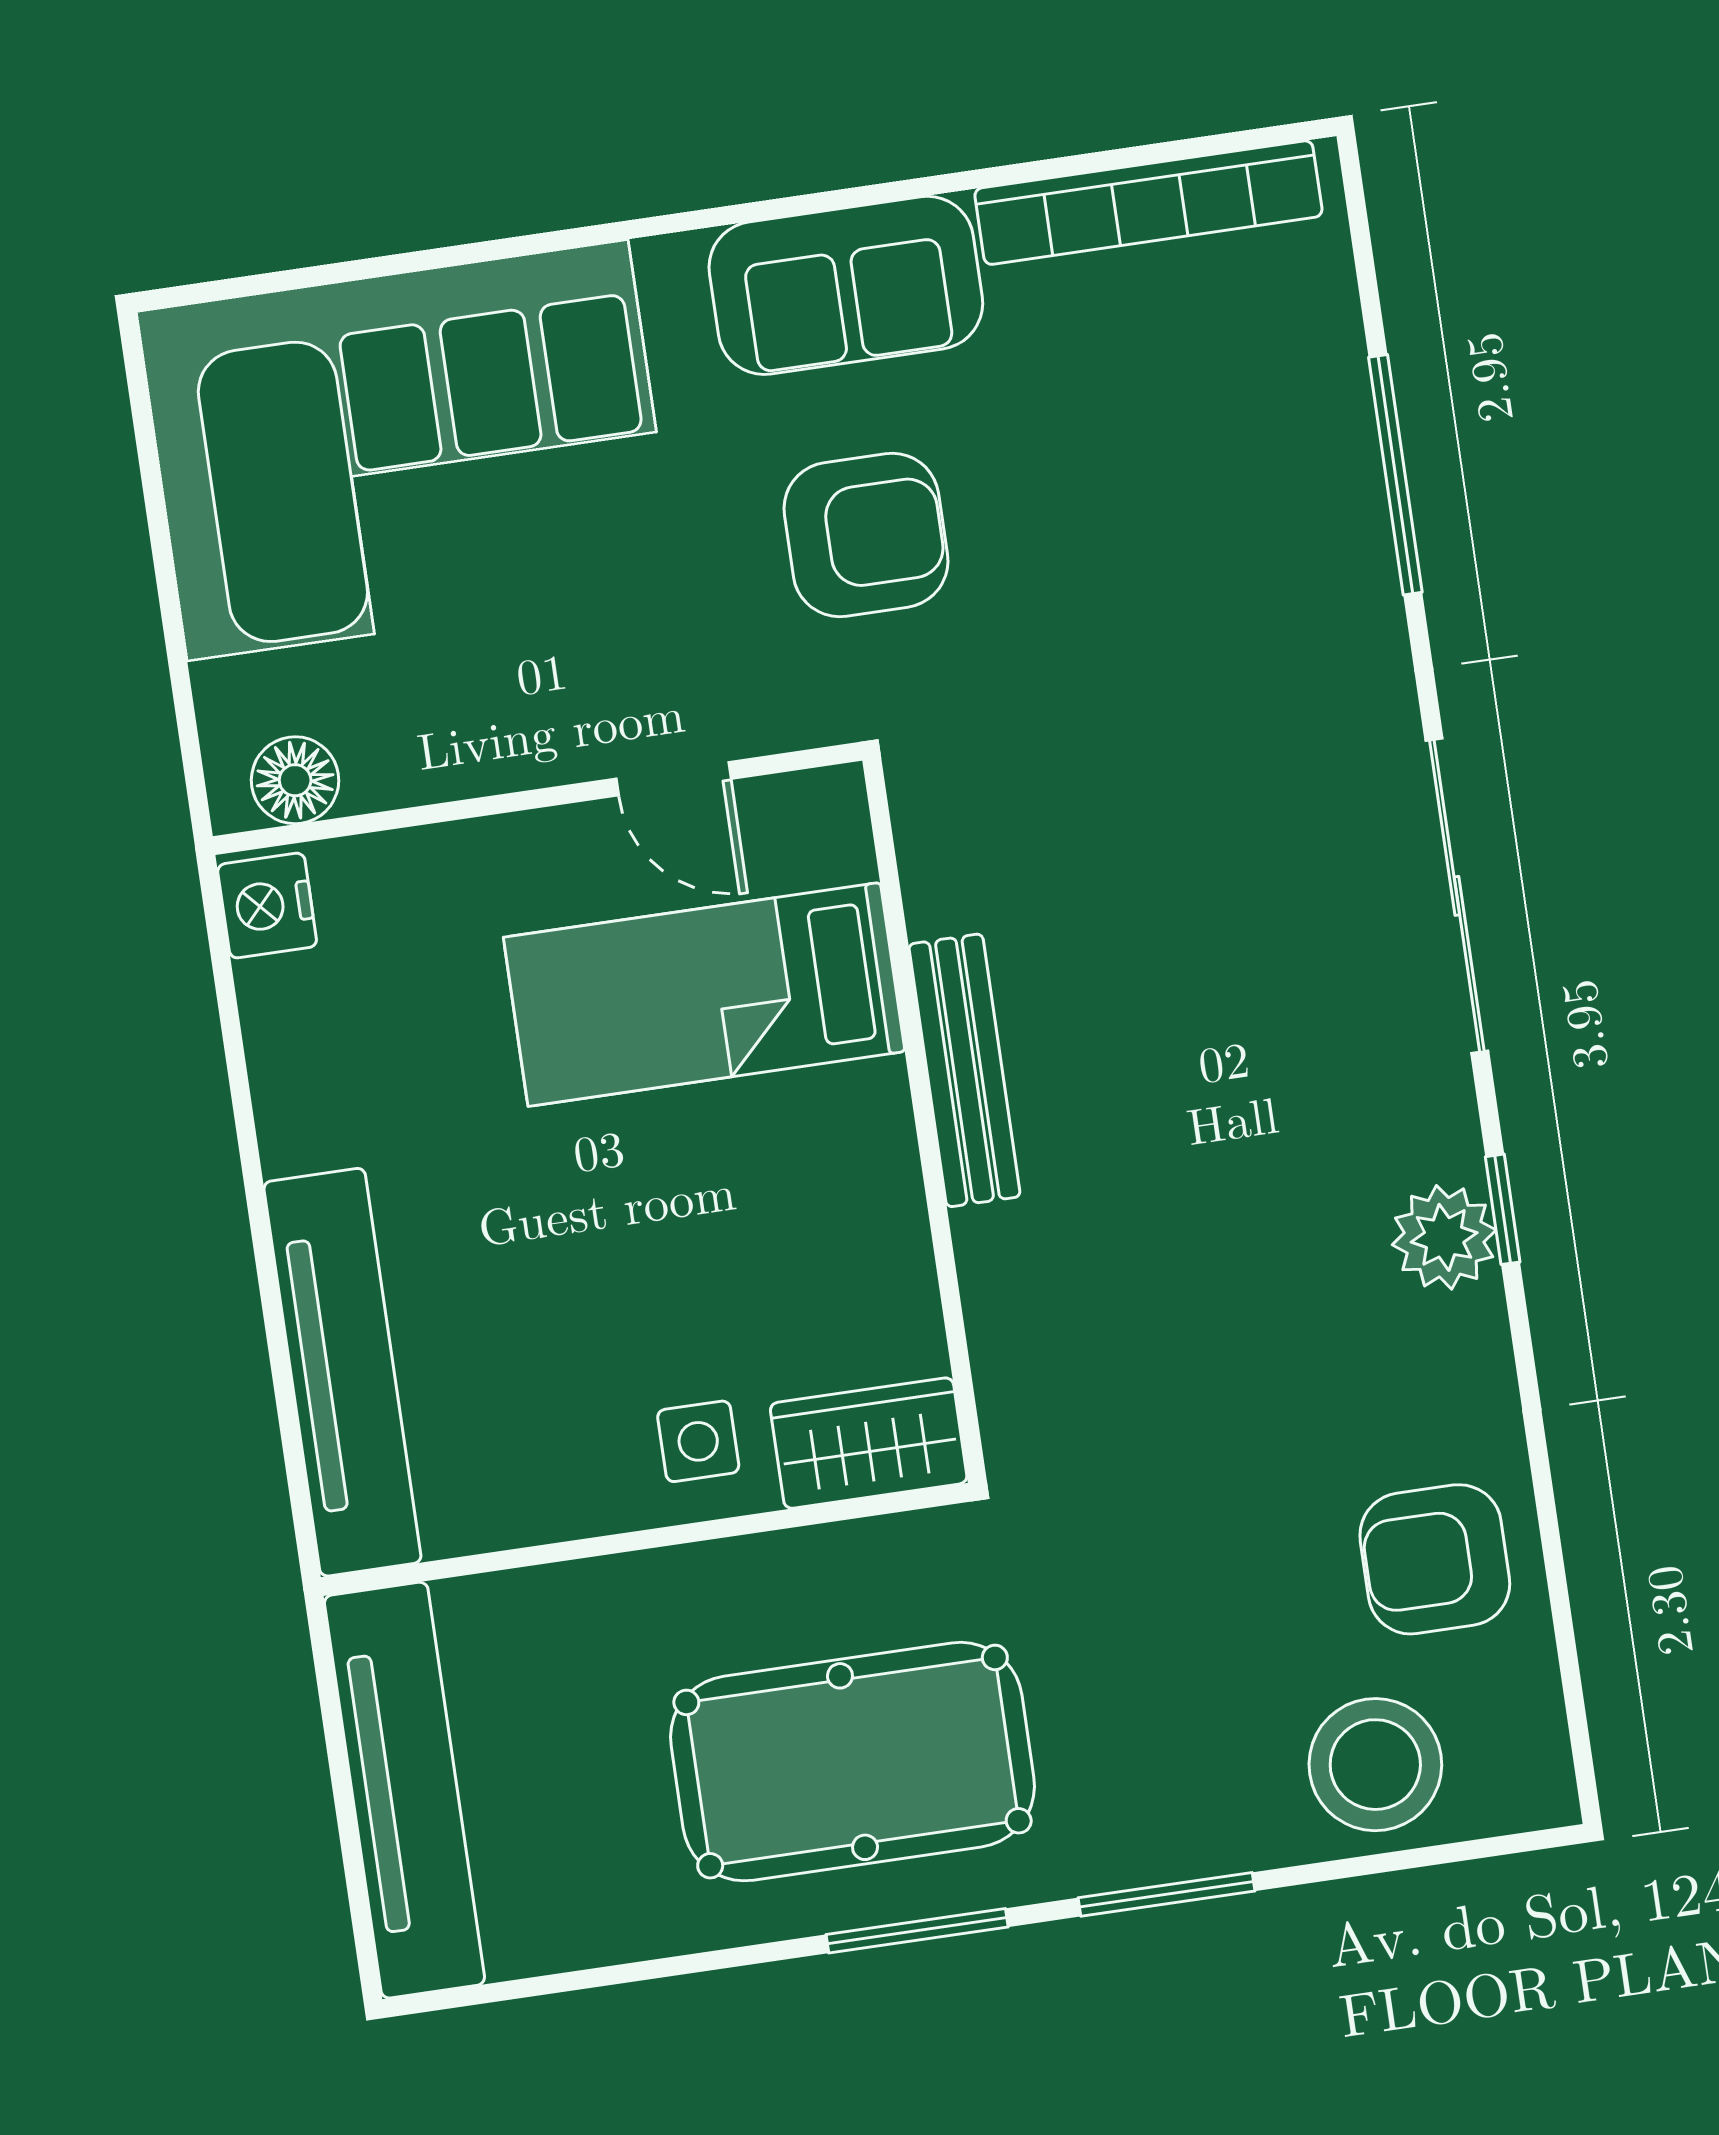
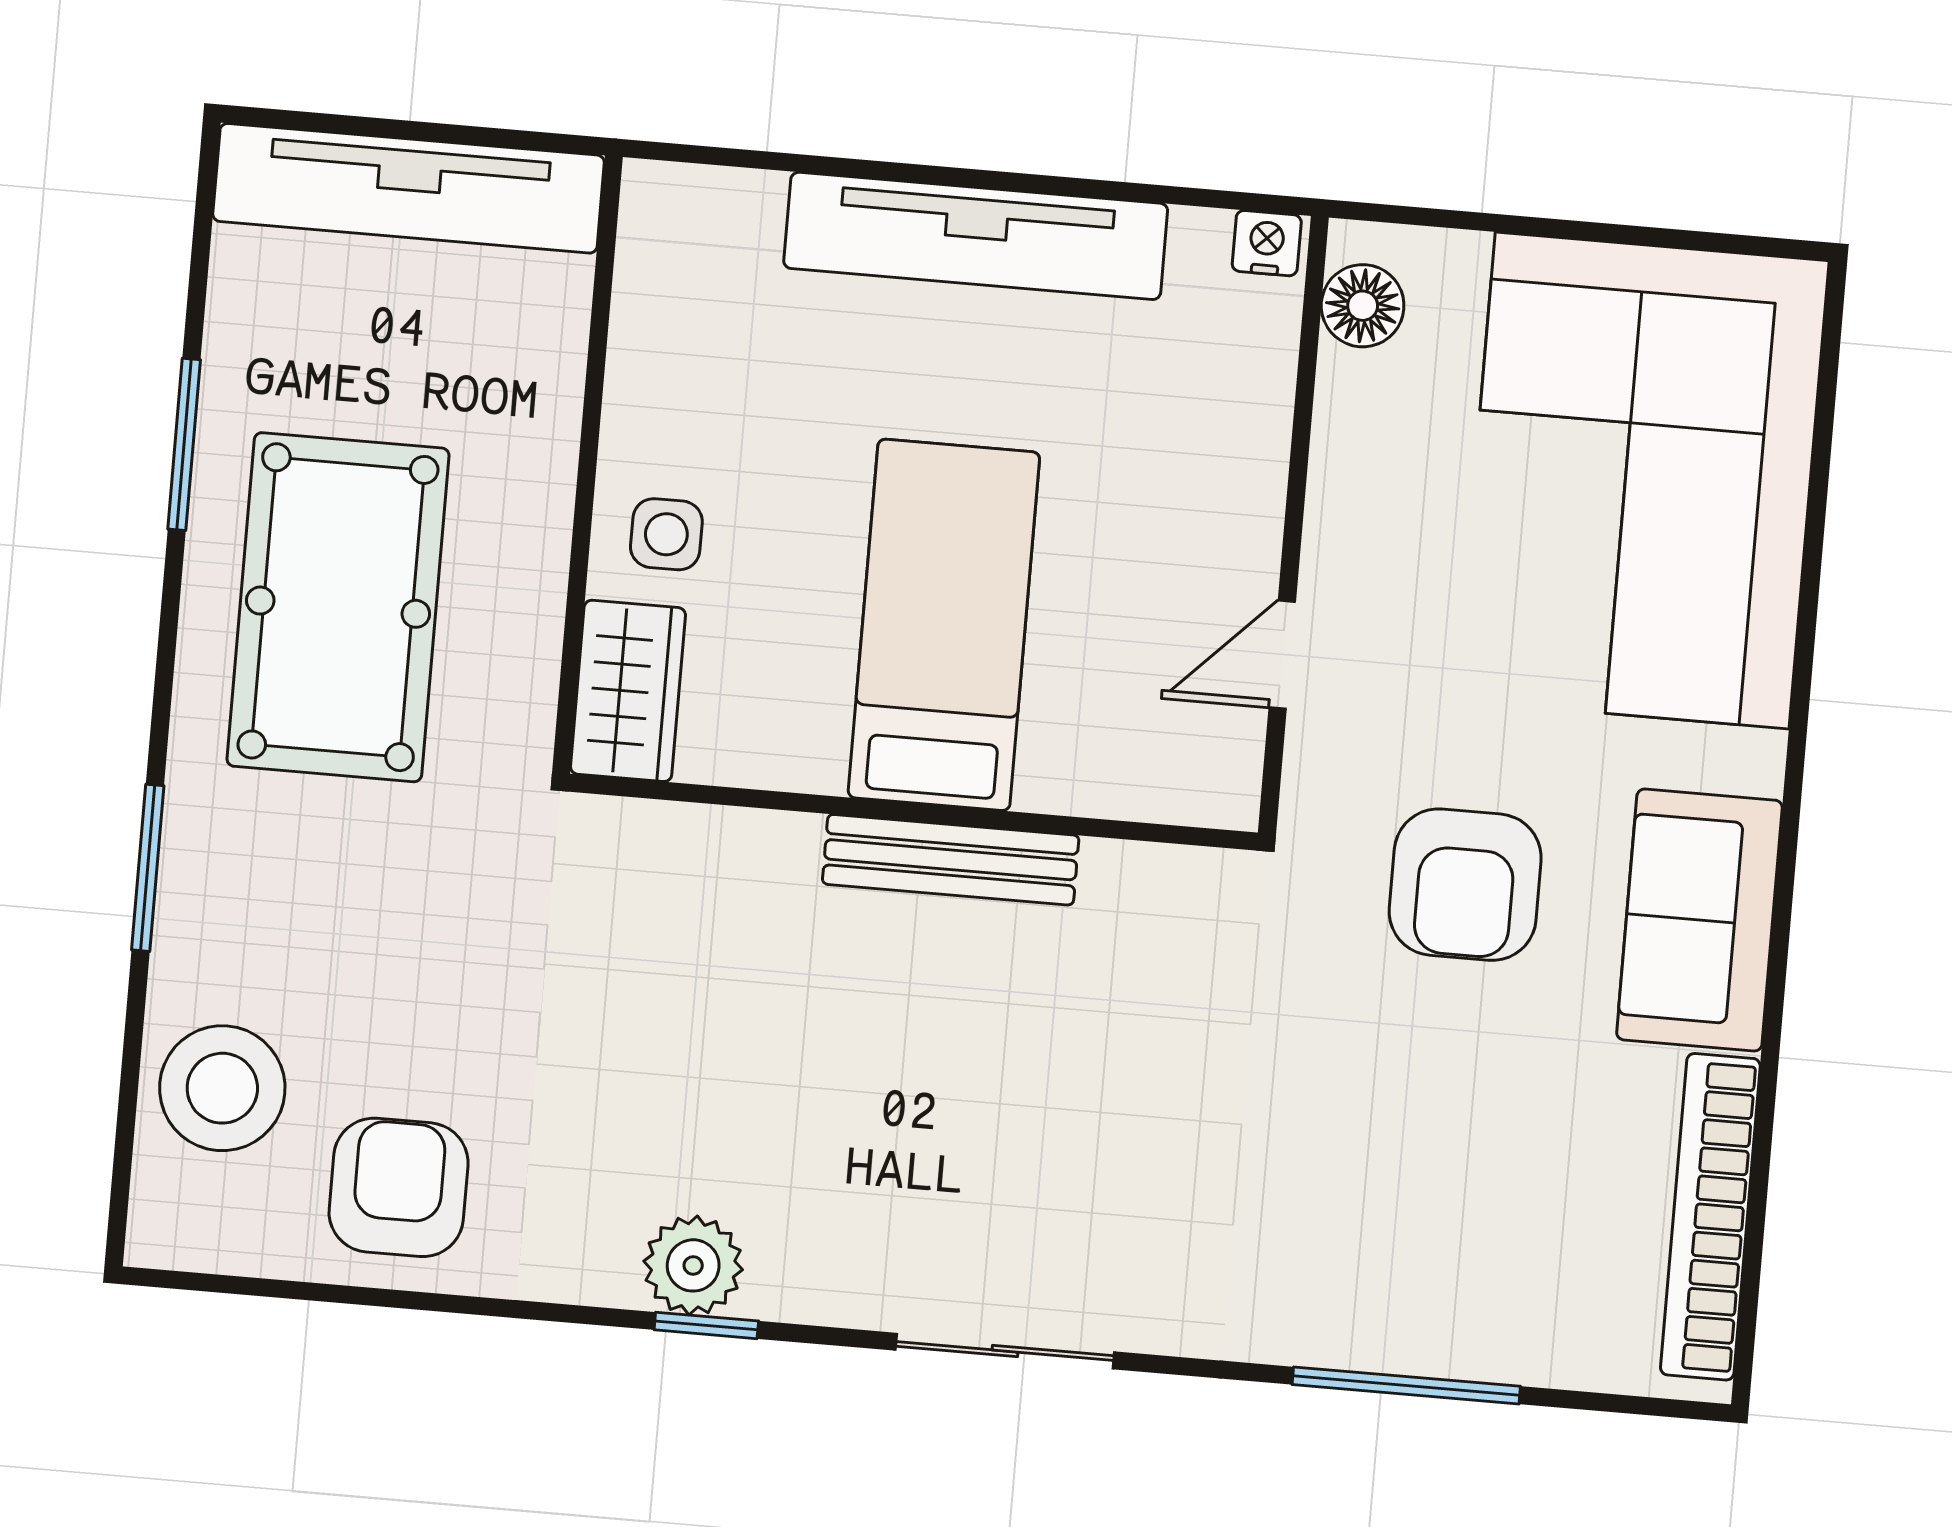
sliding door: (1457, 896) -> (1005, 1351), width x0.73
nightstand: (267, 906) -> (1267, 243), width x0.72, depth x0.74
bed: (704, 994) -> (944, 625), moved
tv unit: (342, 1372) -> (976, 236), moved
window: (917, 1931) -> (184, 444), moved

